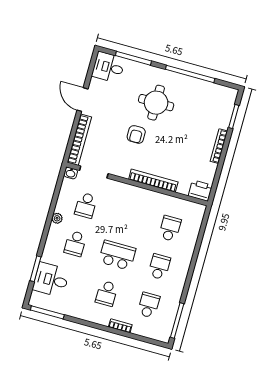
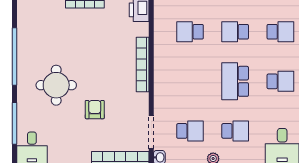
armchair: (136, 134) -> (95, 110), moved, turned -90
school desk: (149, 305) -> (280, 32), turned 180

